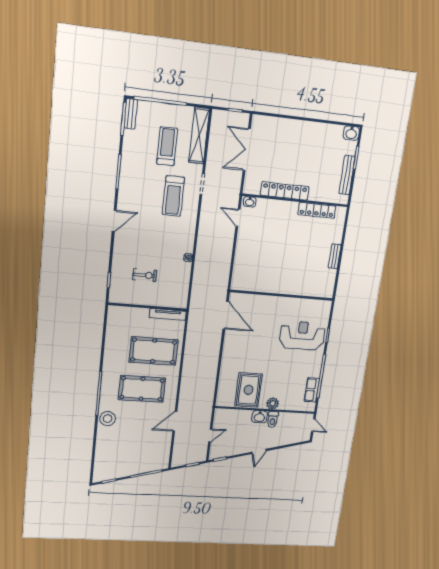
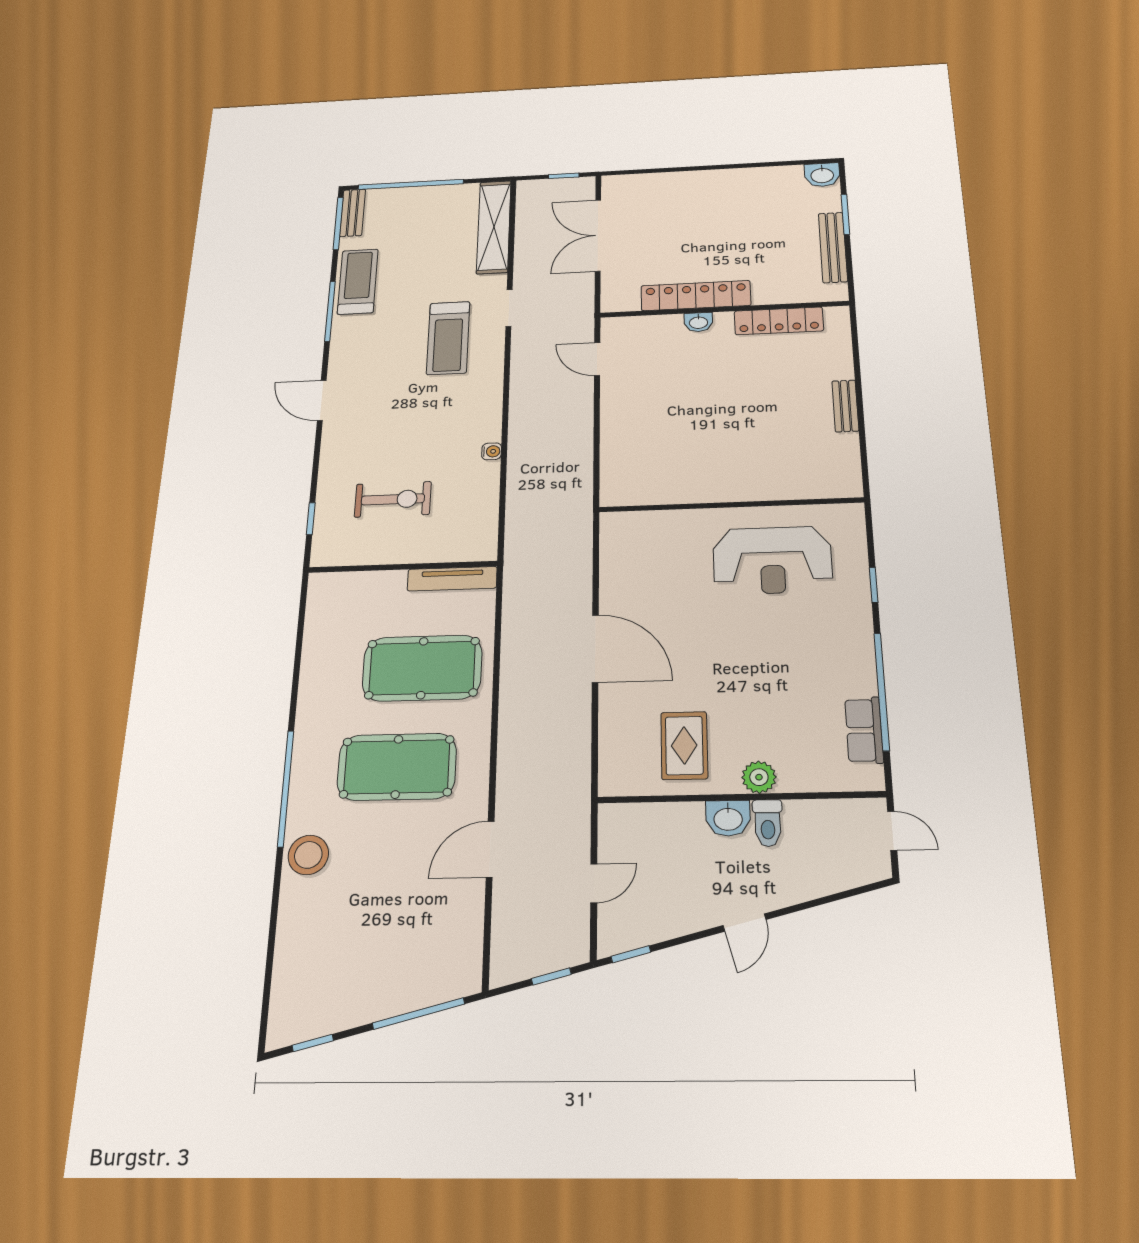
treadmill: (167, 146) -> (358, 282), moved
washbasin: (250, 202) -> (698, 322), moved
door: (114, 221) -> (322, 400), swing flipped
exercise bike: (145, 275) -> (393, 499), width x1.38, depth x1.39
door: (226, 315) -> (595, 649), moved
reception desk: (302, 335) -> (772, 560), moved, turned 180
rug: (249, 390) -> (684, 745), width x0.73, depth x0.70

